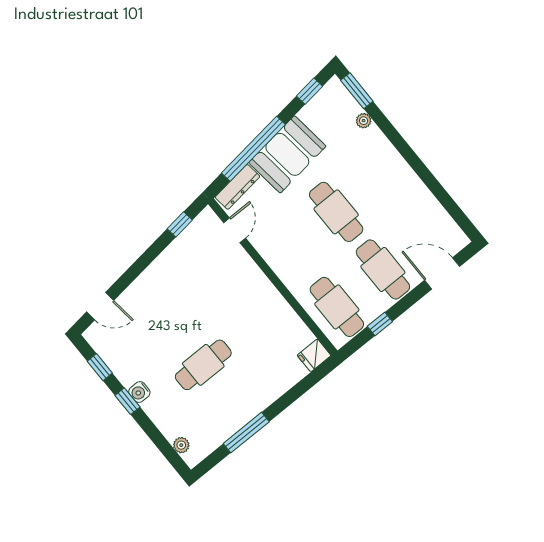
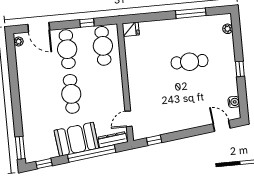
plant: (364, 121) -> (19, 42), moved
window: (100, 367) -> (242, 95), removed
water cooler: (139, 392) -> (234, 102), moved

